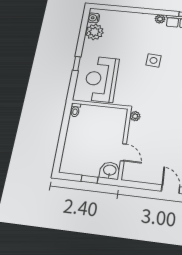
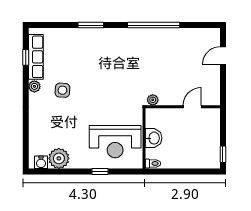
side table: (154, 60) -> (62, 90), moved
washbasin: (110, 170) -> (154, 138), moved, turned 180
window: (90, 179) -> (223, 154), moved

